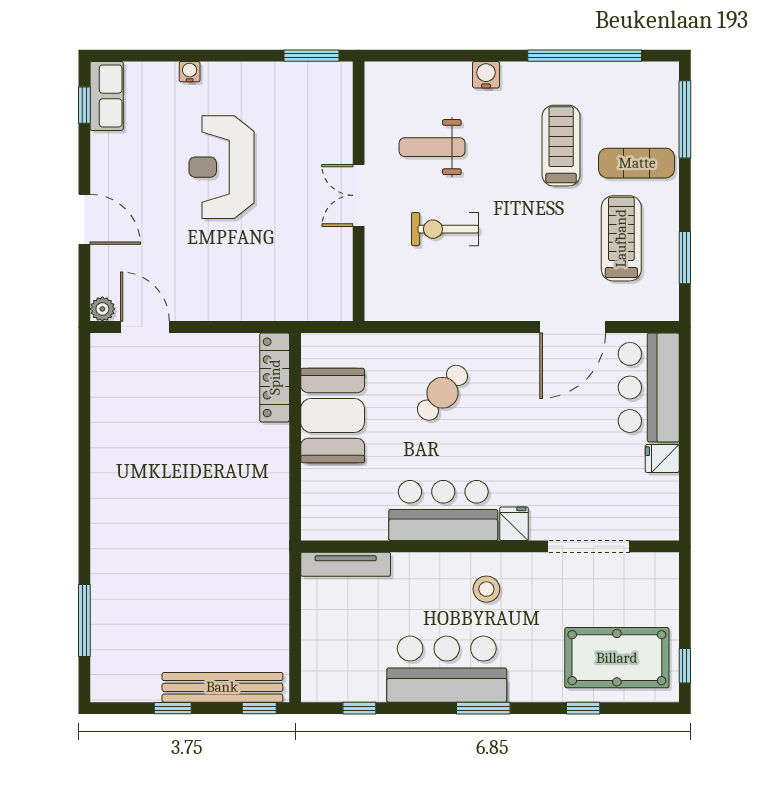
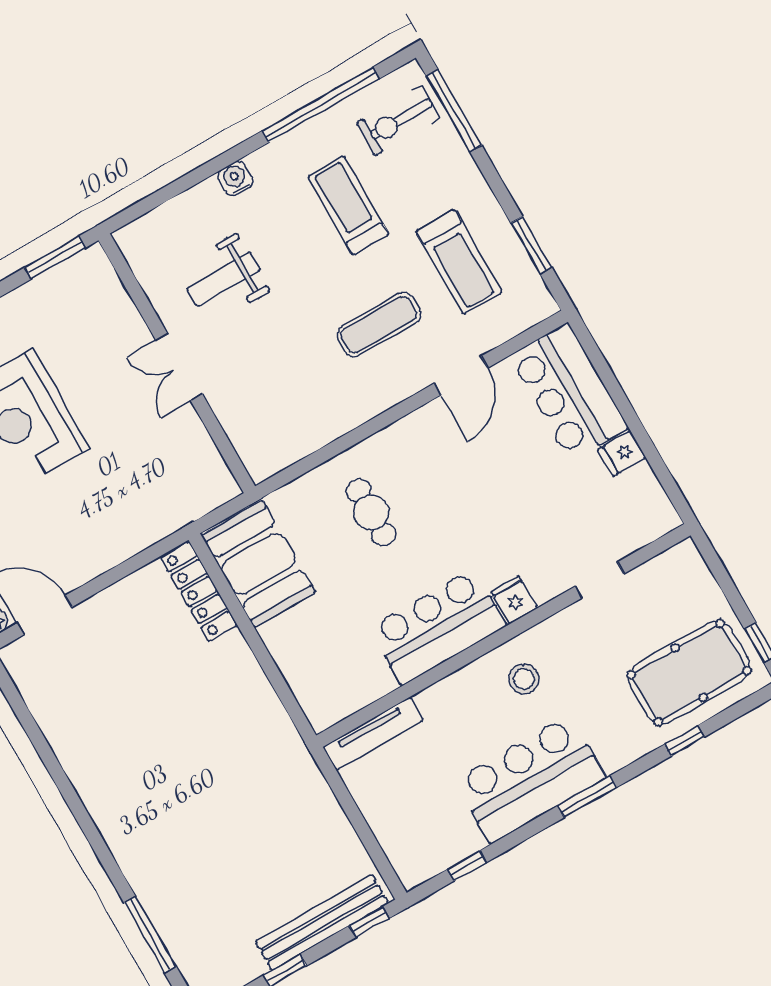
exercise mat: (637, 163) -> (379, 325), moved
exercise bike: (445, 229) -> (398, 121), moved
treadmill: (621, 238) -> (459, 262), turned 180
door: (573, 327) -> (461, 376), width x0.73
cafe table: (442, 393) -> (371, 512), turned -40
booth: (333, 415) -> (258, 564), moved
doorway: (589, 546) -> (600, 580), width x0.53

